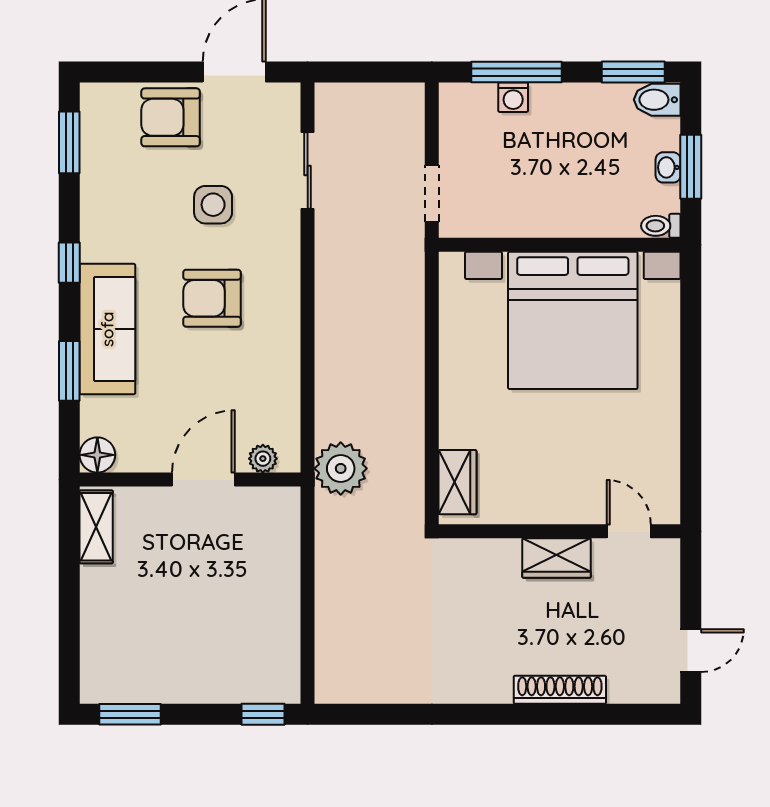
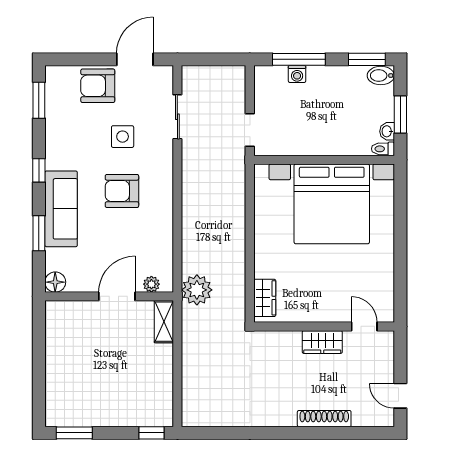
washbasin: (668, 167) -> (387, 131), moved
shelving: (96, 527) -> (164, 322), moved
door: (691, 651) -> (400, 396), swing flipped

